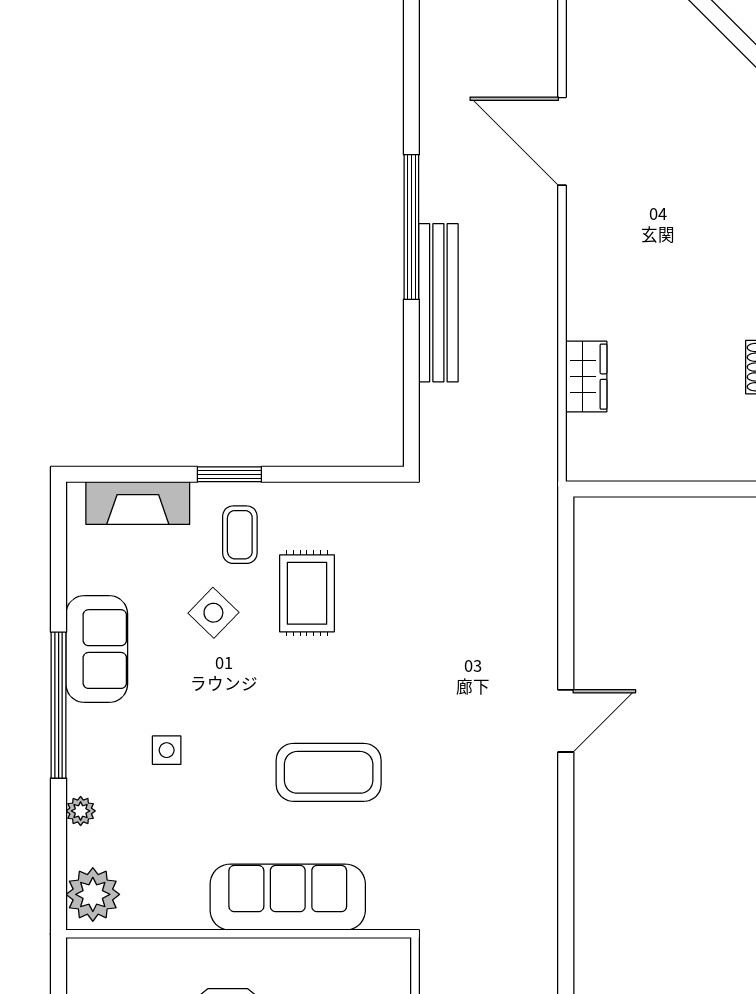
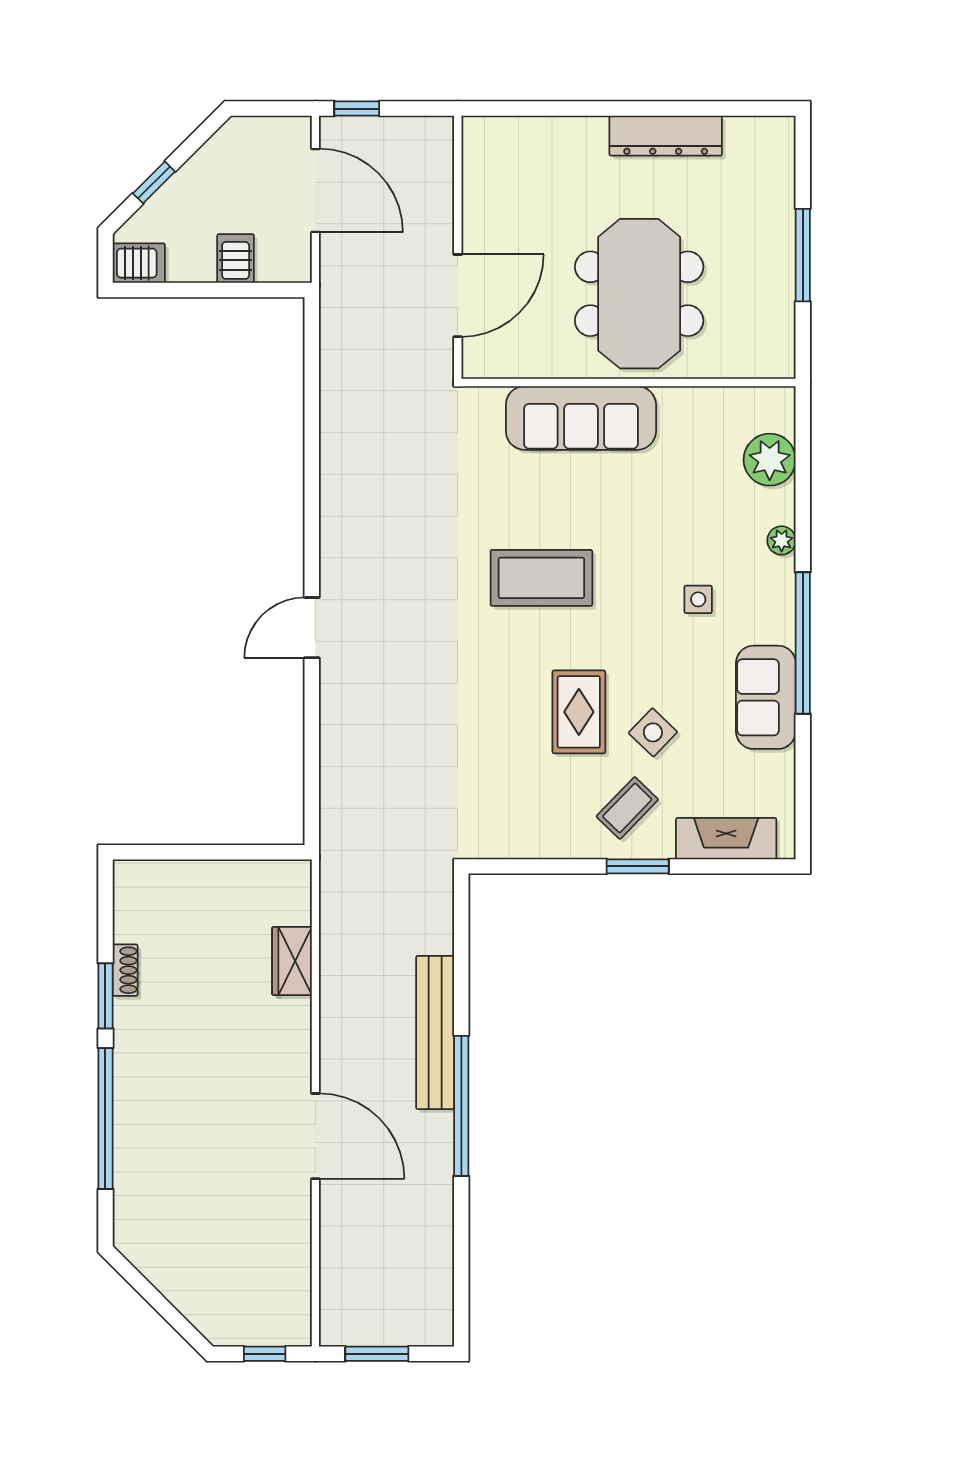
door: (562, 141) -> (315, 1136), moved
coffee table: (240, 535) -> (627, 808), turned 44
rug: (307, 593) -> (579, 712), moved
sofa: (288, 897) -> (581, 418), moved
wall: (239, 934) -> (629, 382), moved

